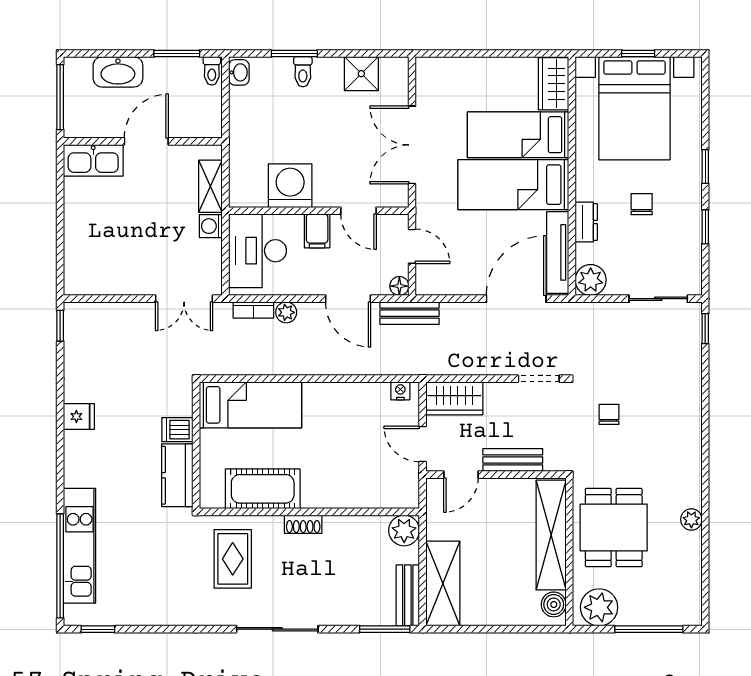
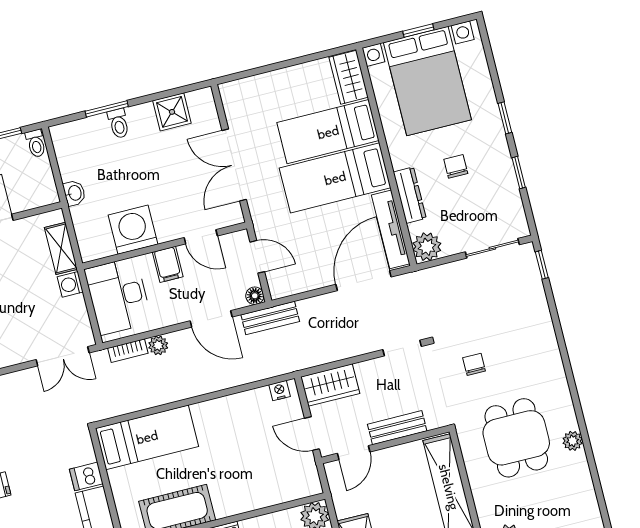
washbasin: (239, 72) -> (74, 193), moved
dresser: (586, 222) -> (410, 195), width x1.44
dining table: (614, 528) -> (516, 438), moved

